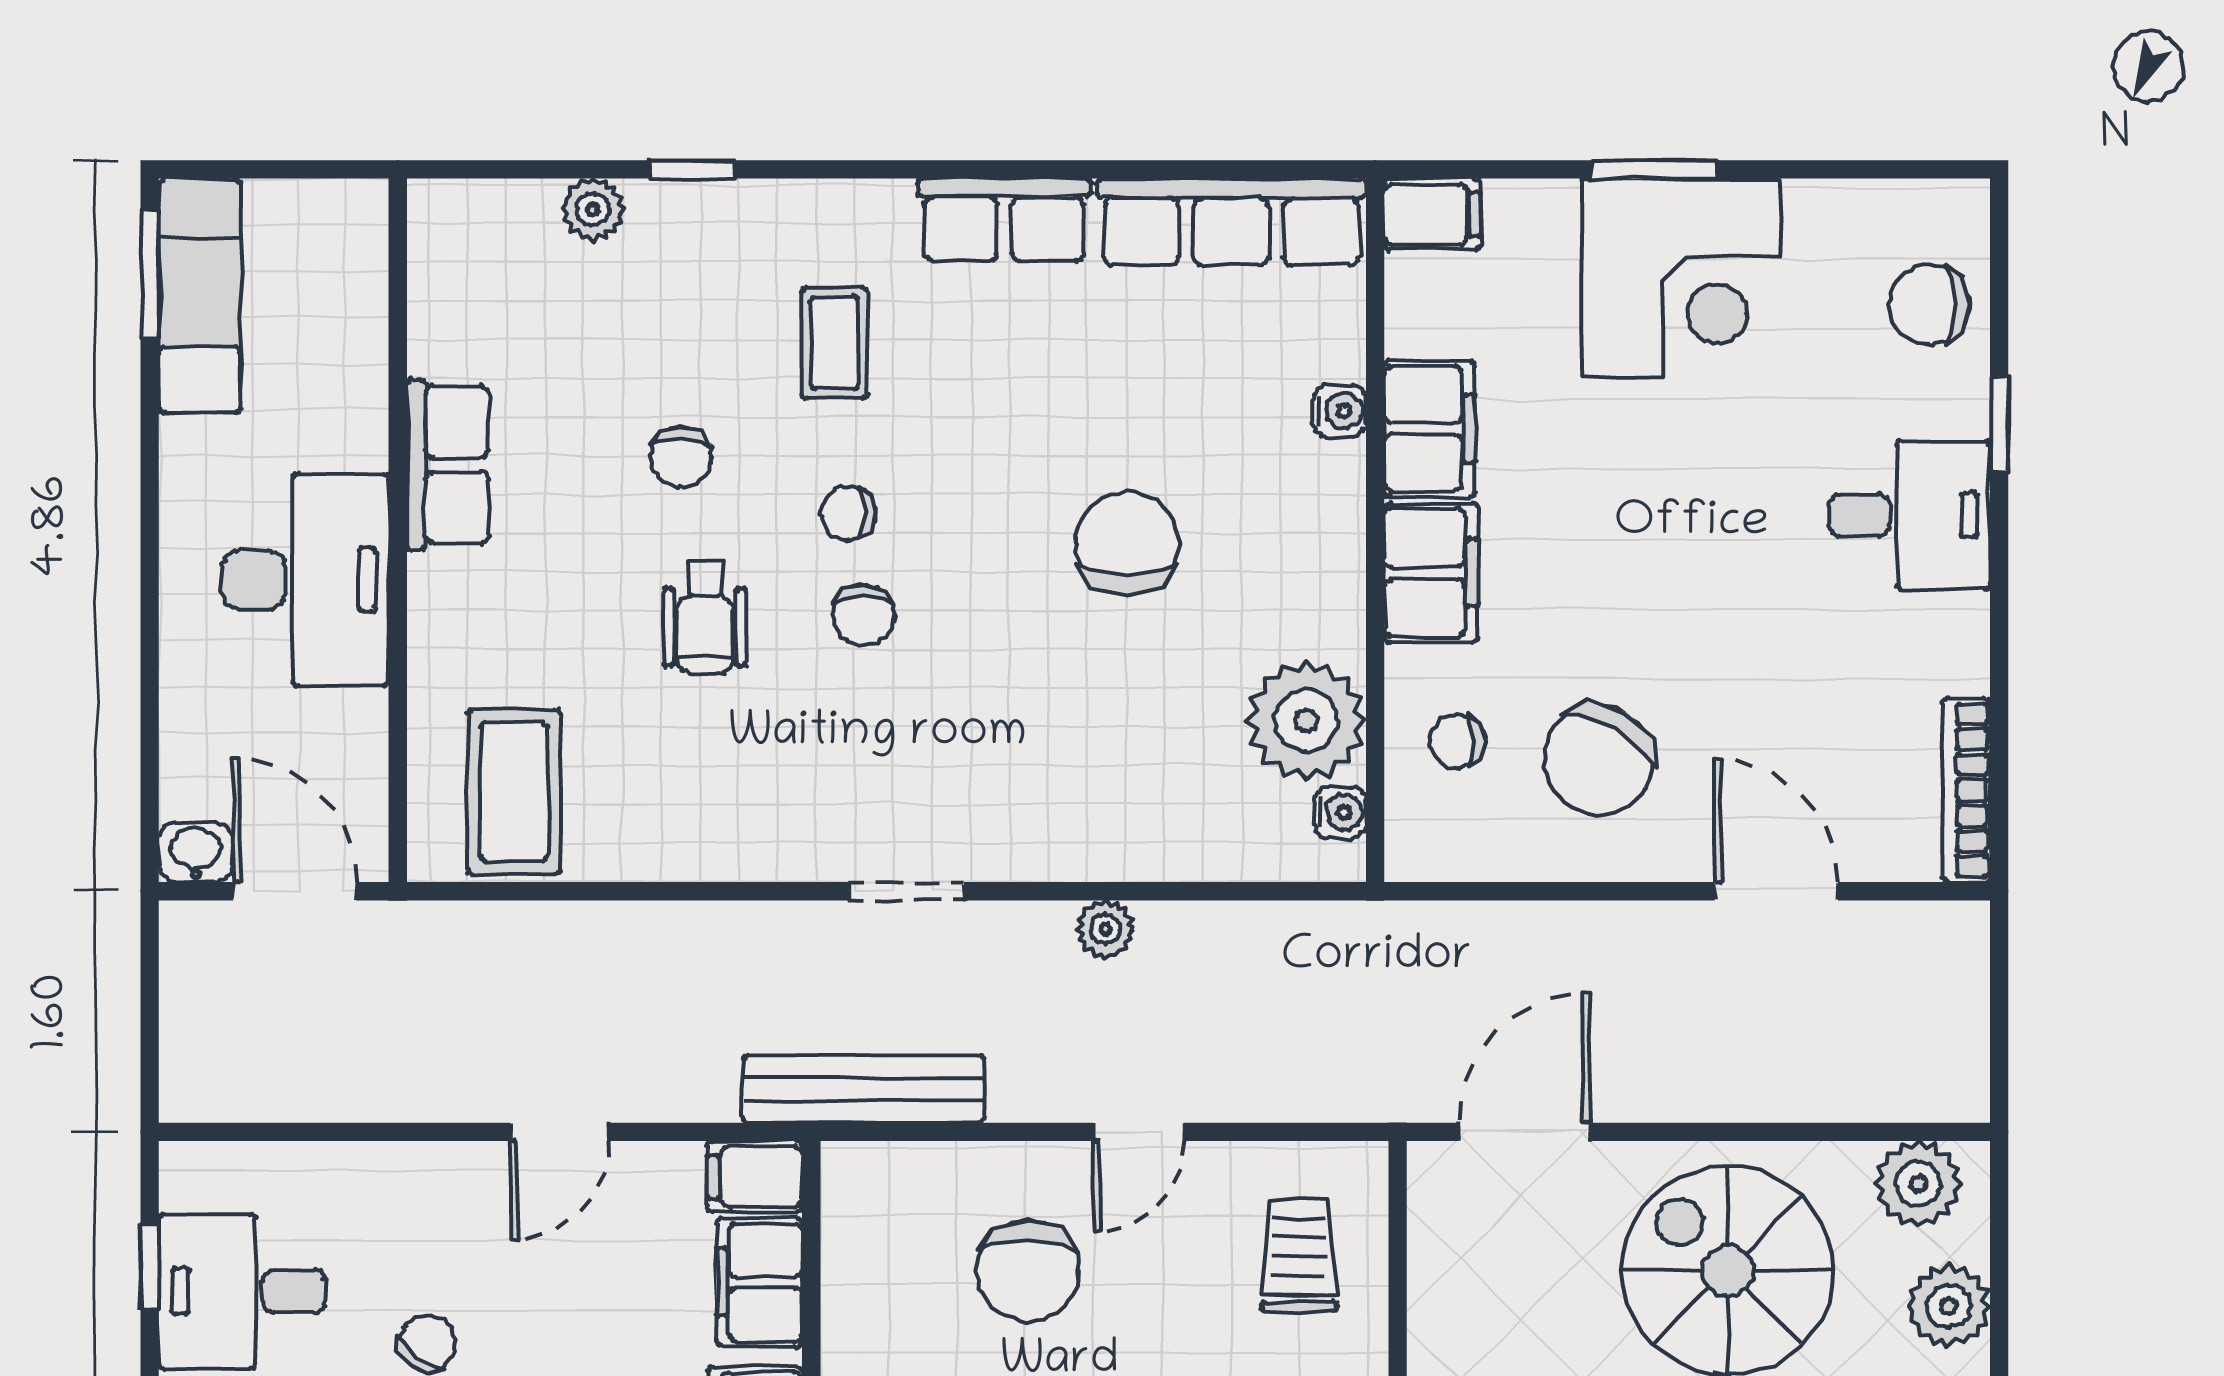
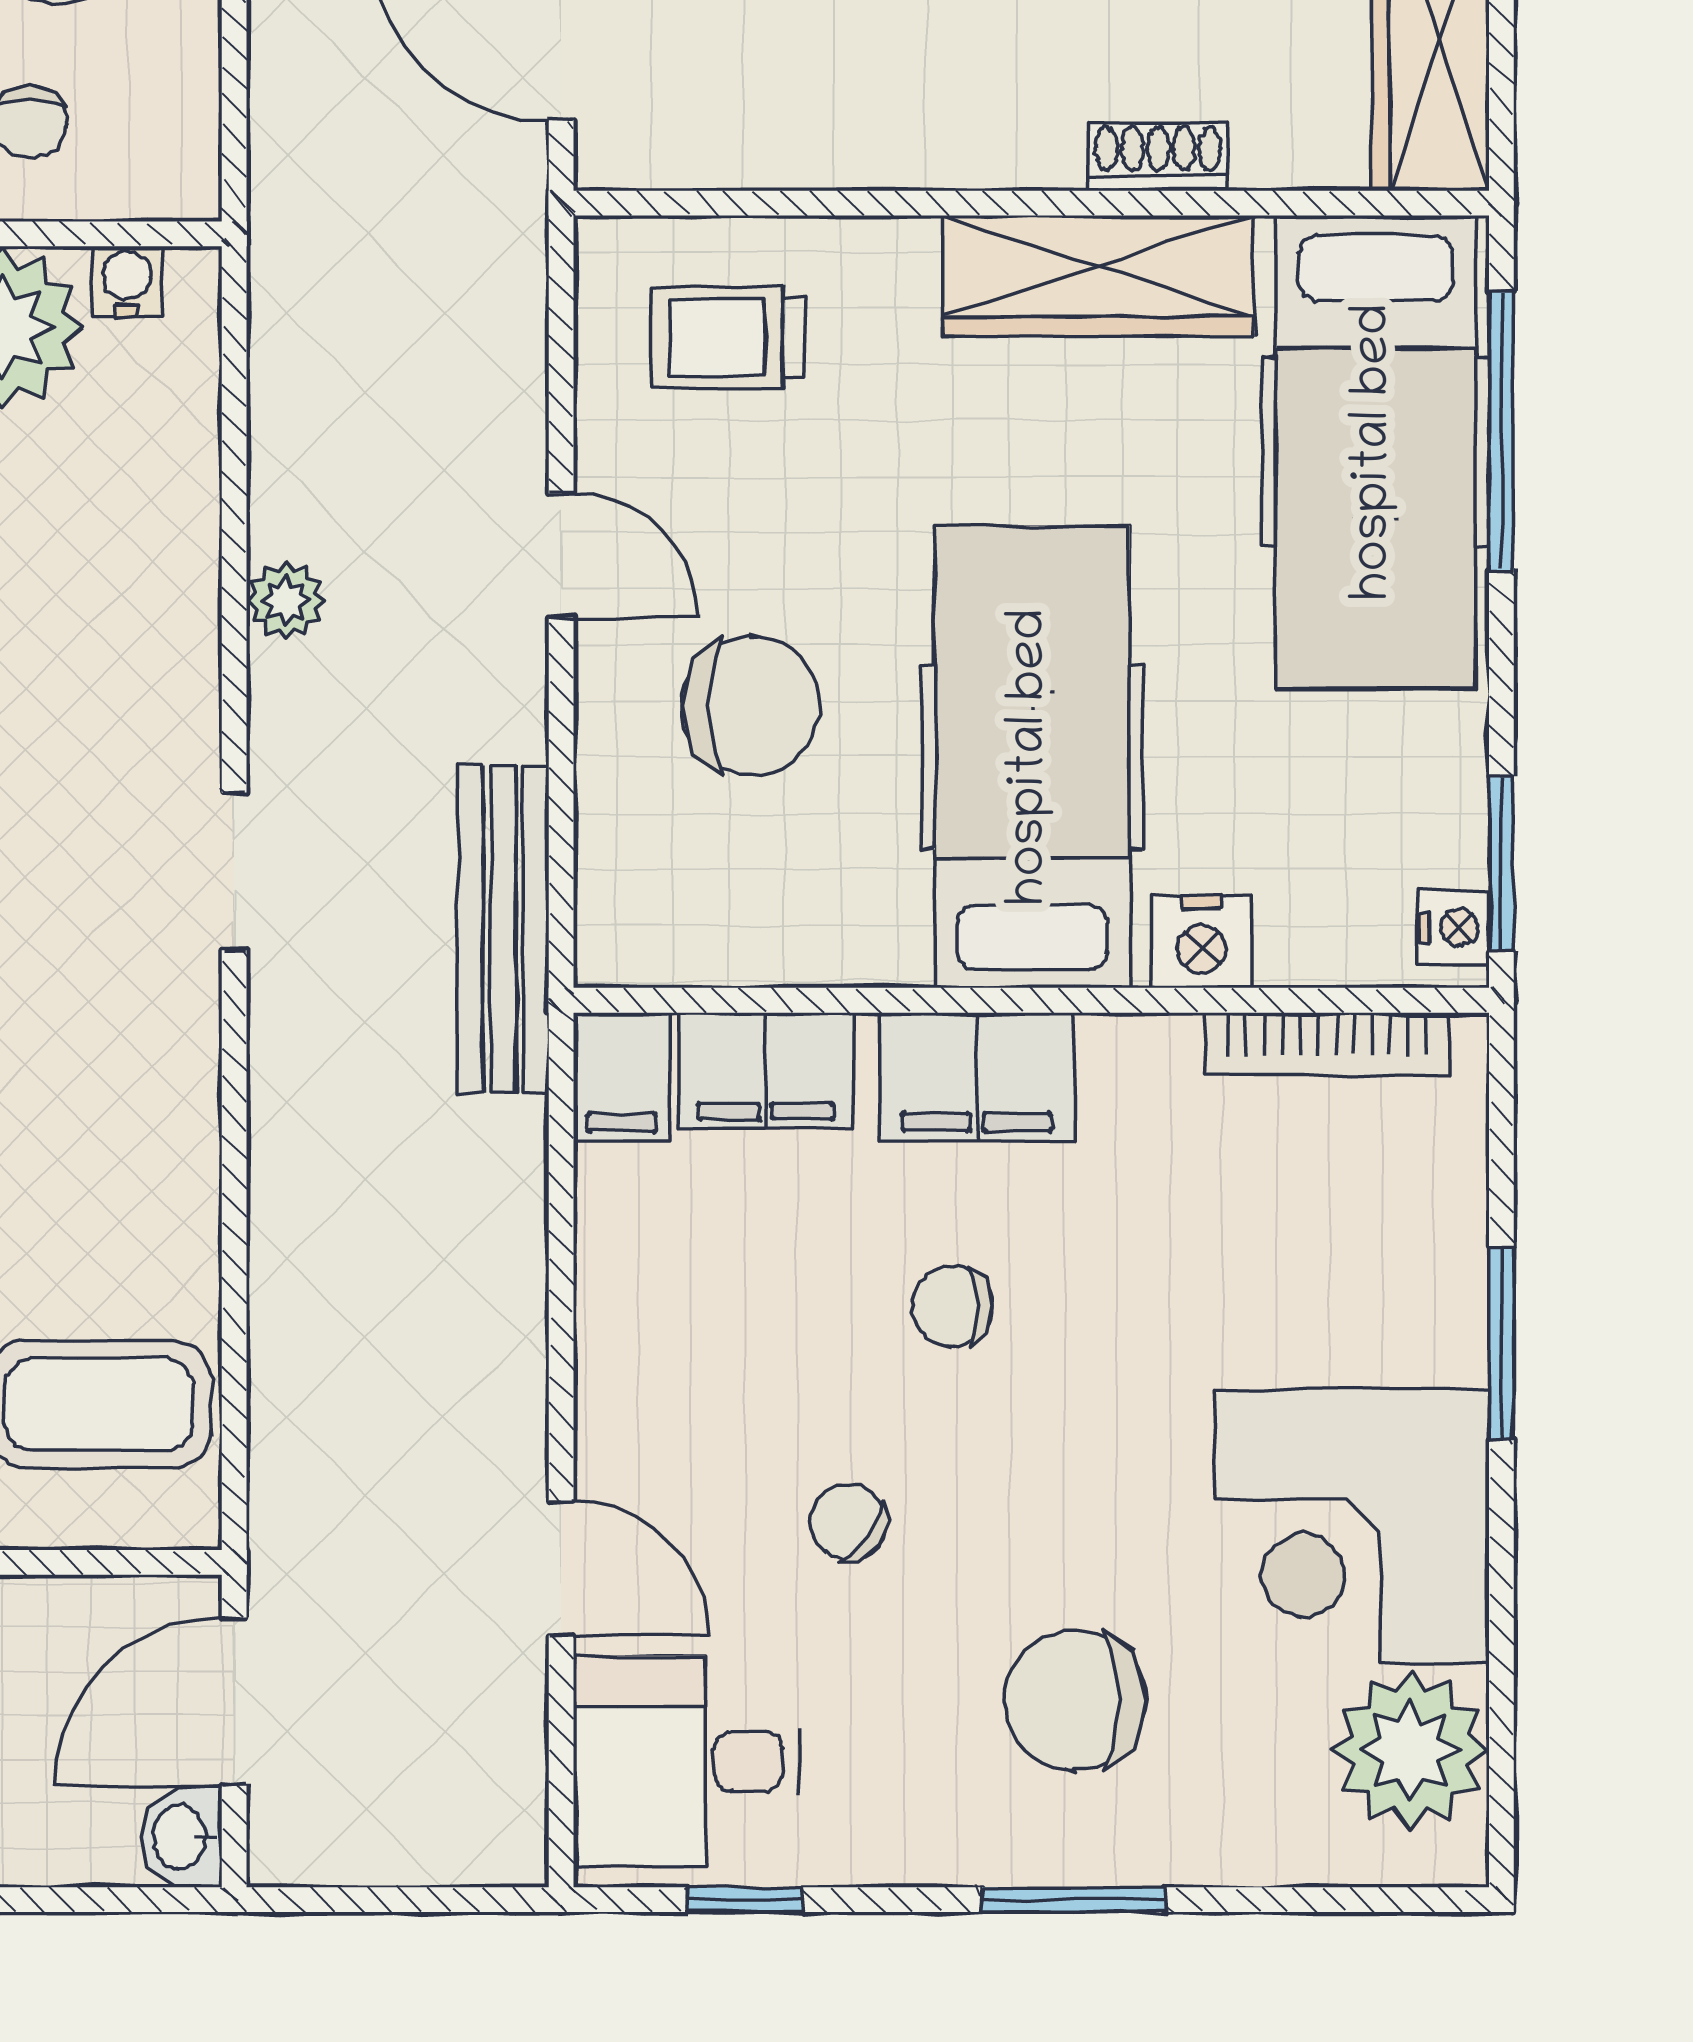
door: (560, 1132) -> (561, 1568), moved
desk: (242, 1291) -> (687, 1761), moved, turned 90

